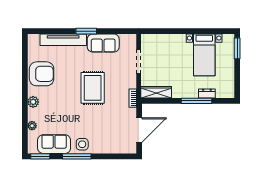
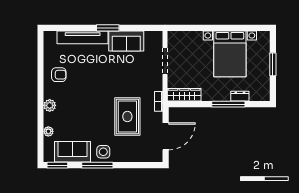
window: (237, 48) -> (273, 64), moved
bed with nightstands: (204, 55) -> (230, 54), width x1.36
armchair: (42, 74) -> (59, 75), width x0.53, depth x0.53
rug: (93, 88) -> (127, 117), moved

